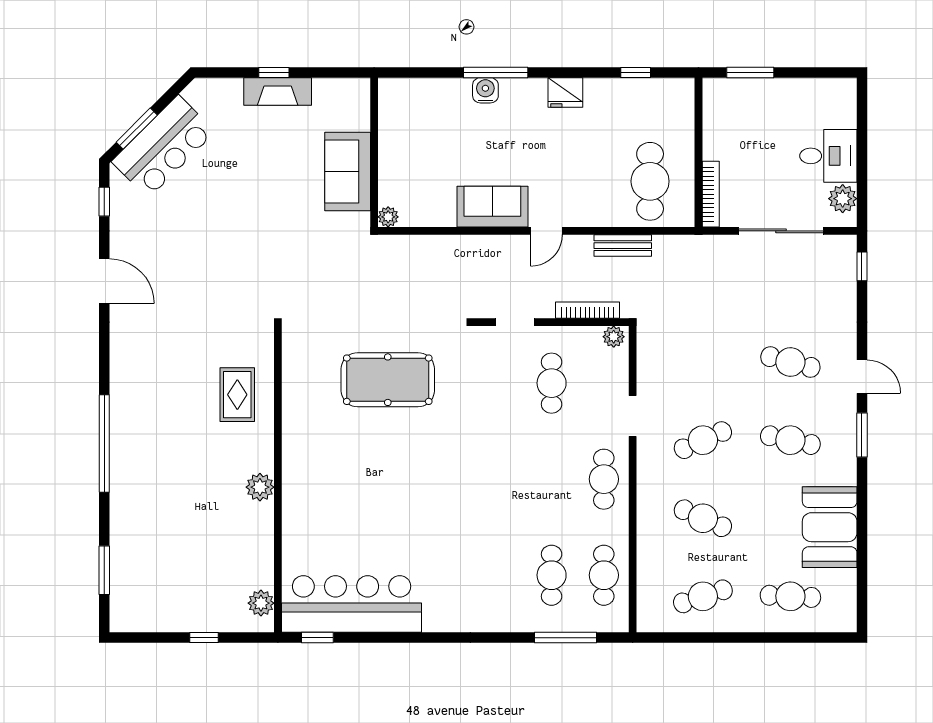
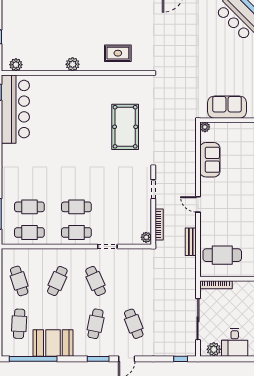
sofa: (492, 207) -> (210, 160), moved
cafe table: (790, 362) -> (134, 324), turned -36
cafe table: (552, 383) -> (76, 207), moved
window: (862, 568) -> (33, 359), added

